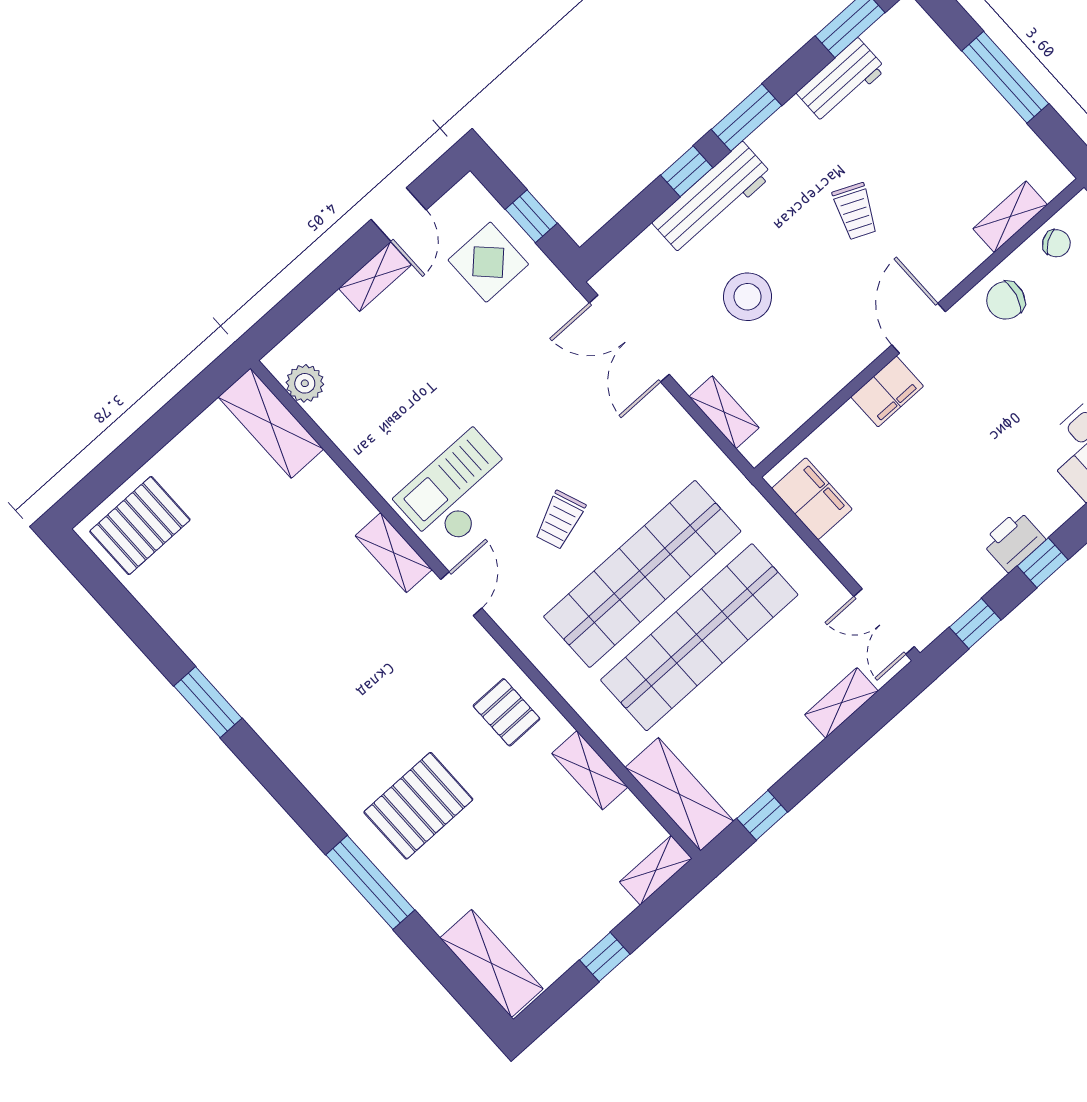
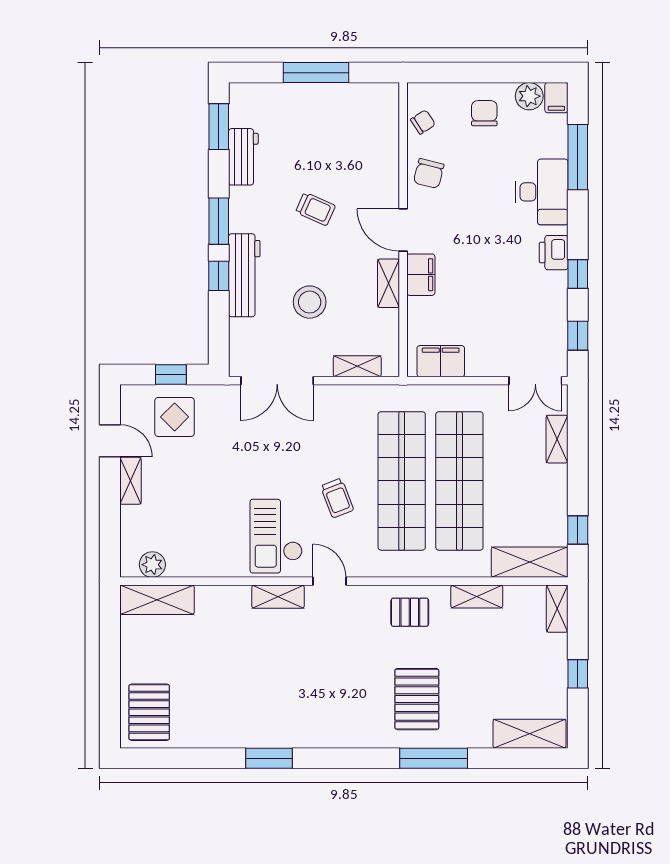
shelving: (1010, 217) -> (389, 283), moved
printer: (1013, 541) -> (554, 253), moved

